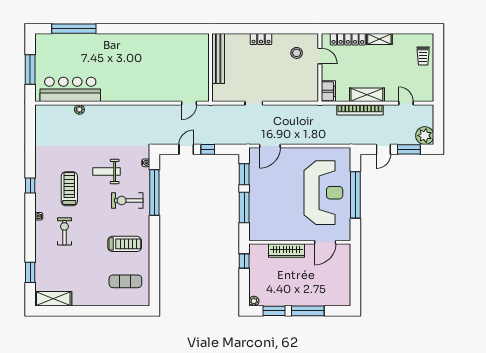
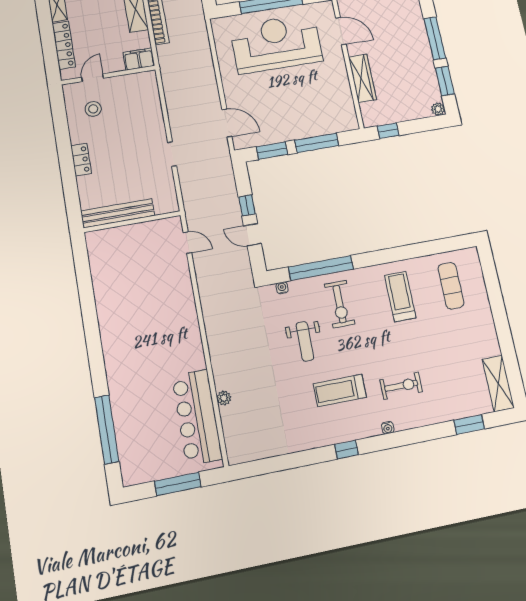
exercise bike: (64, 231) -> (401, 386), turned 180

